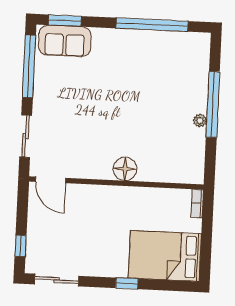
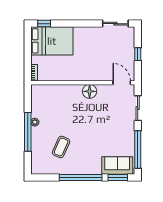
window: (152, 25) -> (81, 178), moved
coffee table: (158, 77) -> (61, 147), added
floor lamp: (125, 169) -> (90, 91), moved
window: (21, 246) -> (138, 54), moved
window: (127, 283) -> (44, 24), moved

